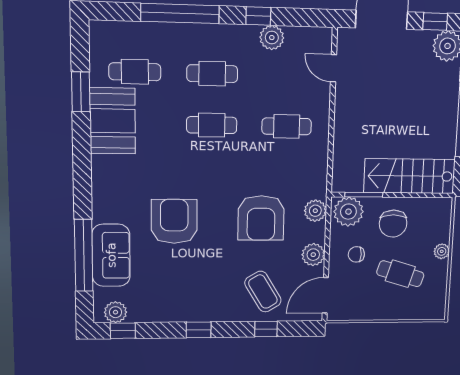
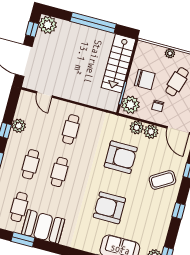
door: (333, 68) -> (44, 94), hinge flipped
plant: (315, 211) -> (137, 127), moved
coffee table: (263, 292) -> (162, 180), moved

